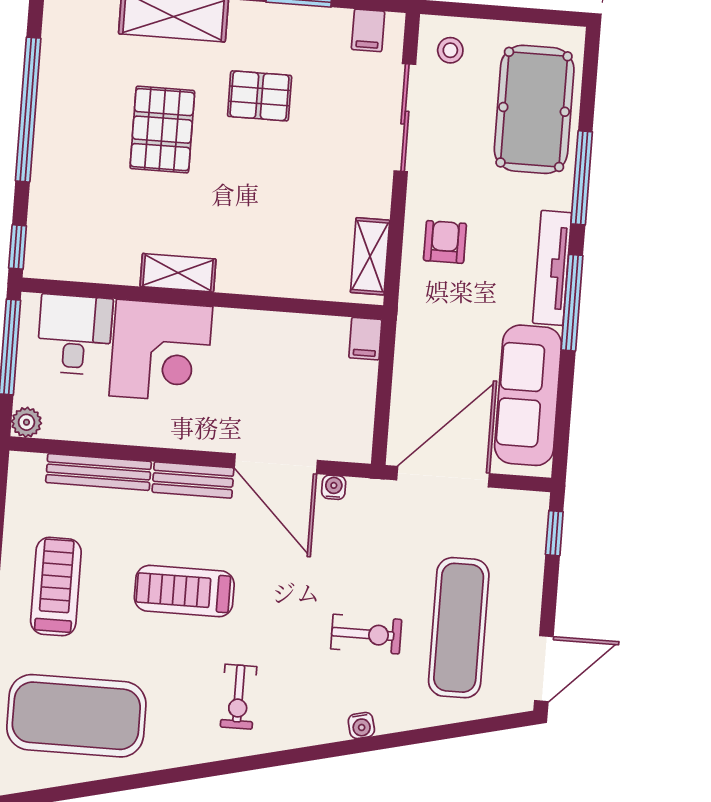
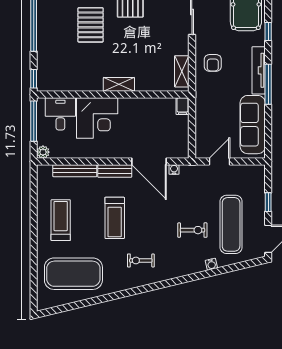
window: (582, 178) -> (268, 32), width x0.46
armchair: (445, 242) -> (213, 63), turned 180
shelving: (178, 273) -> (119, 84), moved
door: (443, 477) -> (220, 161), width x0.53
window: (554, 533) -> (268, 202), moved
treadmill: (184, 591) -> (115, 218), turned -90
exercise bike: (239, 697) -> (141, 260), turned 90
water cooler: (361, 725) -> (211, 264), moved

